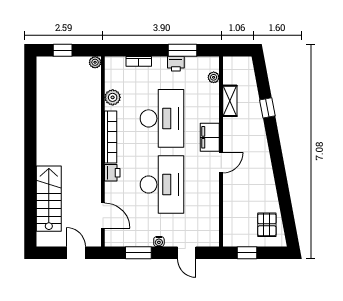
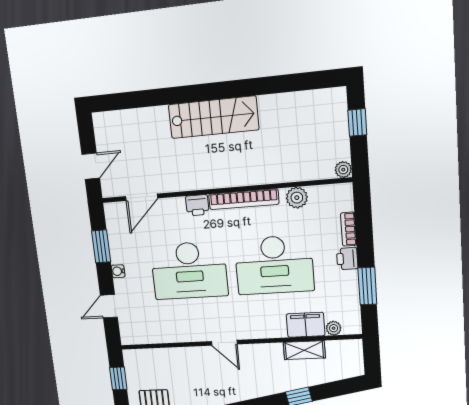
printer: (176, 64) -> (347, 259), moved
filing cabinet: (210, 137) -> (306, 325), moved
stairs: (49, 199) -> (213, 117), moved

